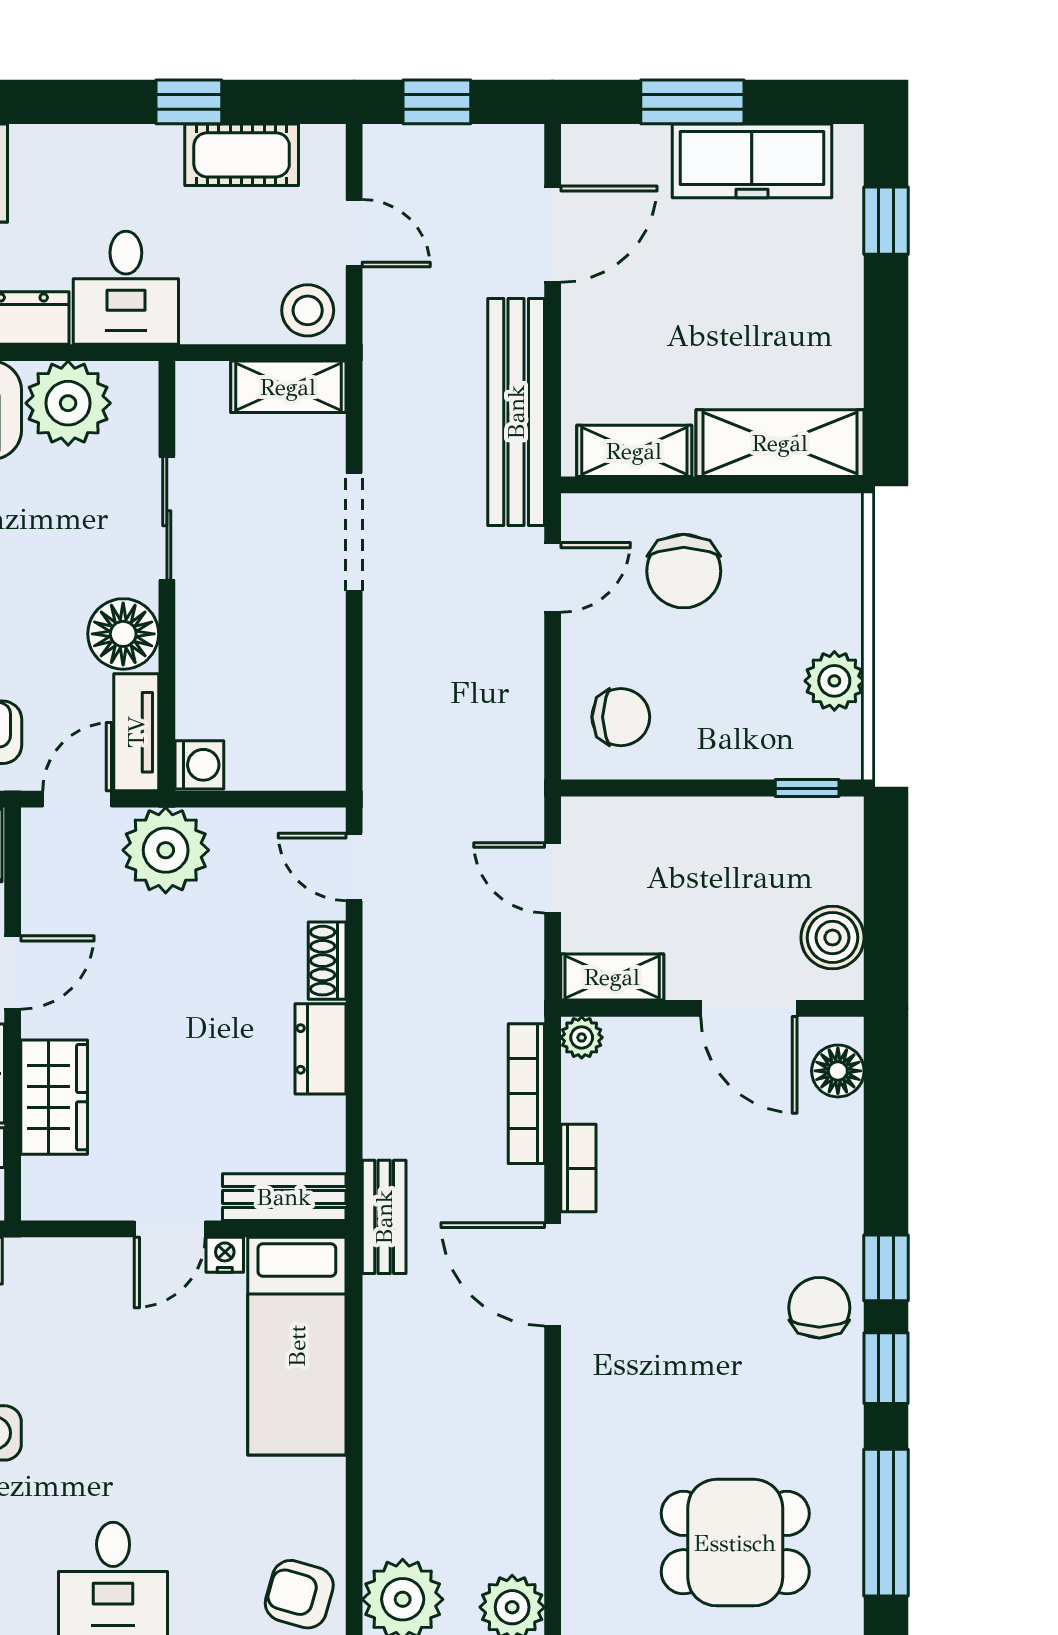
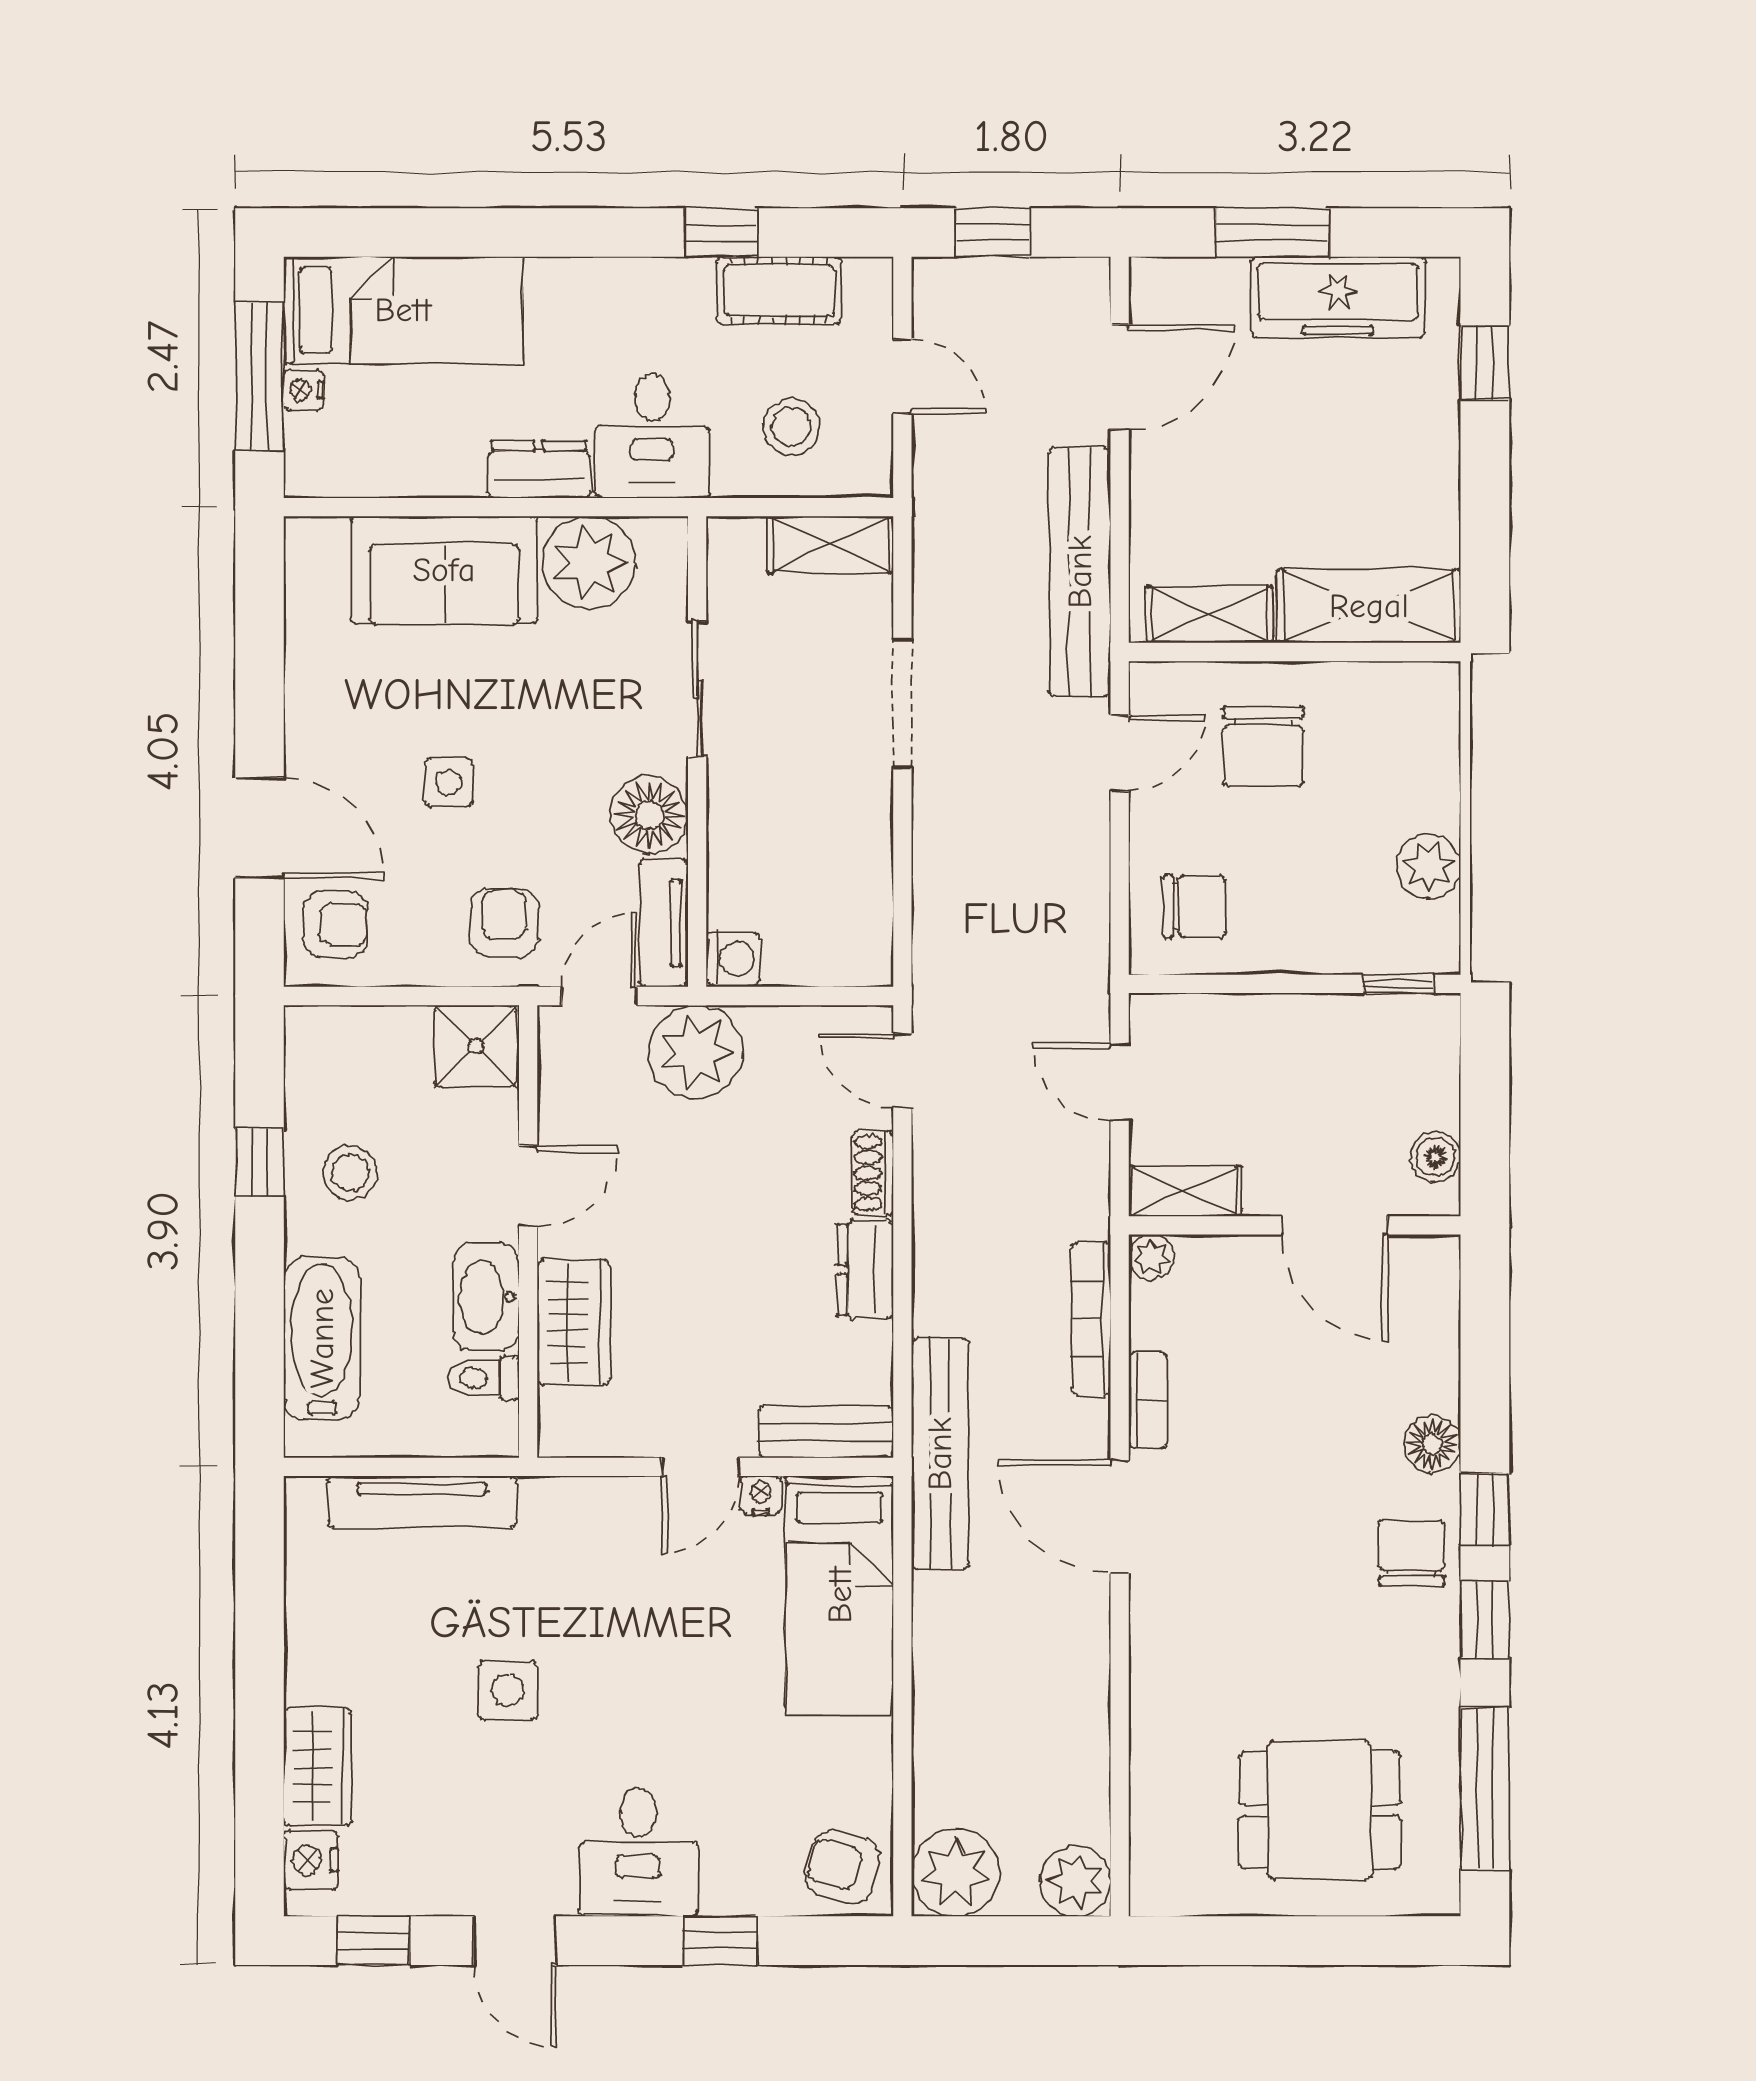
stool: (308, 310) -> (791, 427), moved
boiler: (833, 938) -> (1435, 1157), width x0.73, depth x0.73
floor lamp: (838, 1071) -> (1432, 1444), moved
bench: (384, 1217) -> (940, 1454), width x1.86, depth x1.21

